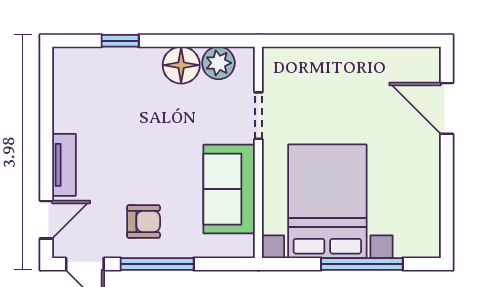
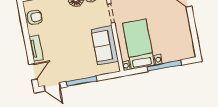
bed with nightstands: (327, 201) -> (139, 44), width x0.73
armchair: (144, 222) -> (35, 17), moved

